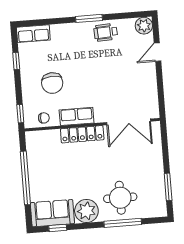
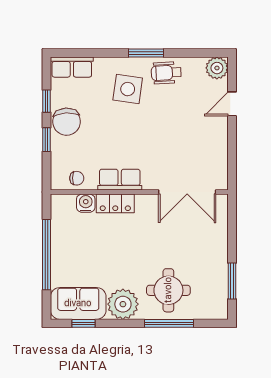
side table: (77, 47) -> (128, 89), added
chair: (52, 83) -> (67, 122), moved
window: (20, 114) -> (47, 140), moved
locker: (82, 134) -> (115, 203), width x0.66
water cooler: (52, 136) -> (86, 203), added

